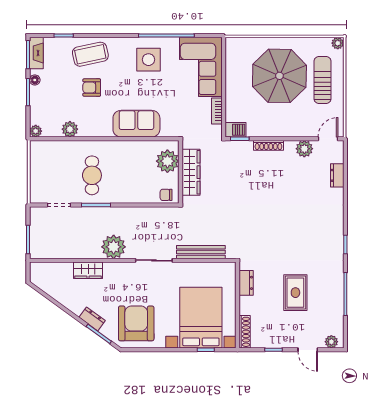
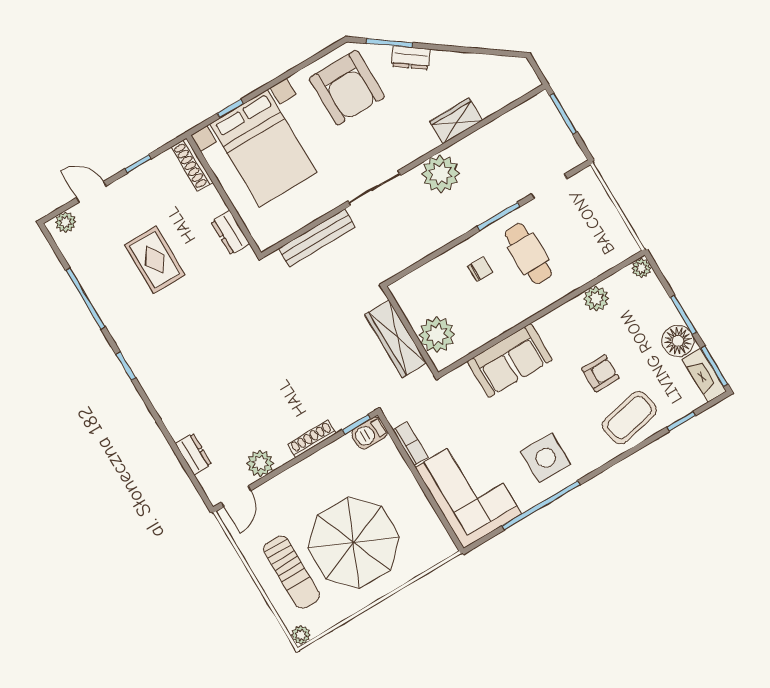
floor lamp: (35, 80) -> (678, 341), width x1.89, depth x1.89
chair: (166, 195) -> (480, 269), moved

